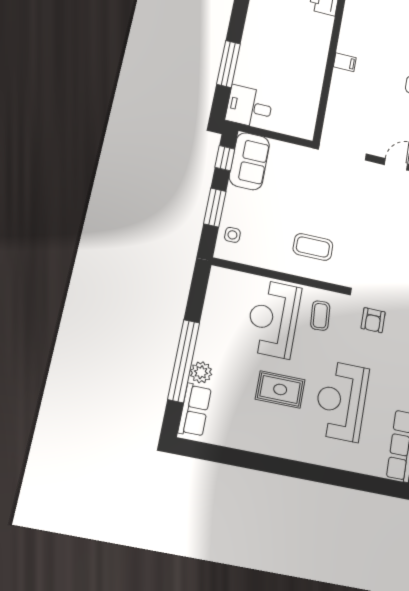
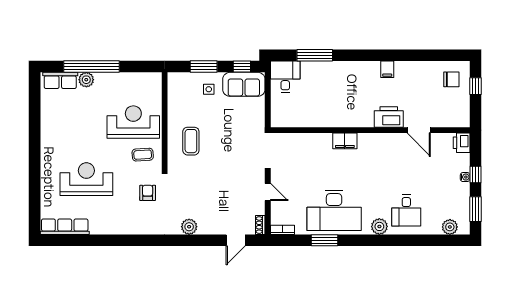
filing cabinet: (345, 62) -> (345, 141), width x2.00
side table: (232, 235) -> (209, 89), moved
armchair: (373, 320) -> (148, 193), turned 90
rug: (280, 389) -> (86, 136), removed

